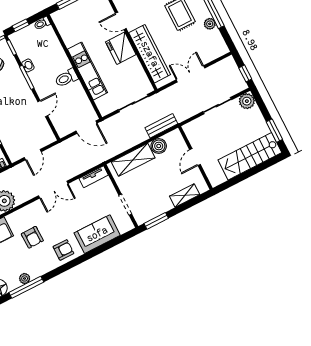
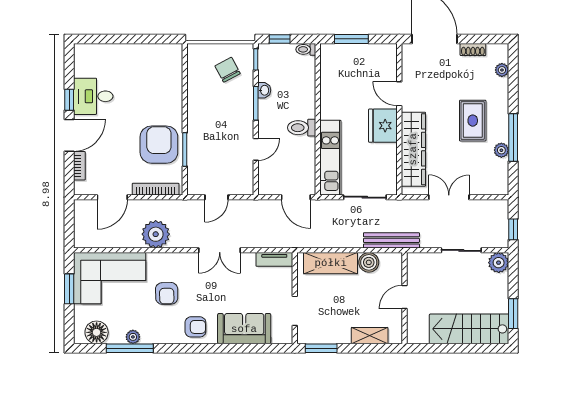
kitchen unit: (87, 71) -> (330, 158), moved
bench: (161, 126) -> (391, 240), width x1.36

